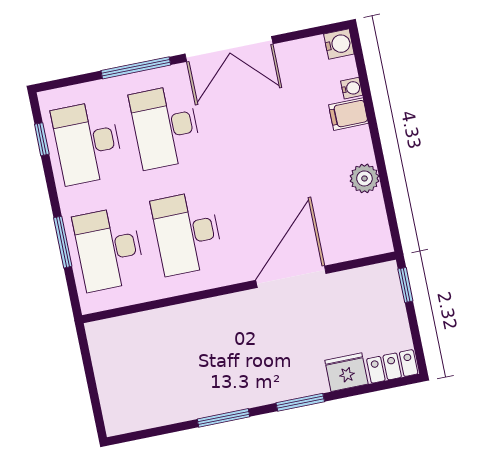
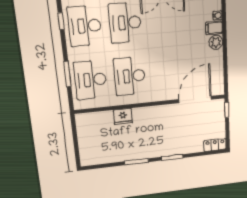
plant: (364, 178) -> (216, 42), moved
door: (291, 277) -> (195, 99), moved
fridge: (346, 372) -> (123, 116), moved, turned 180

